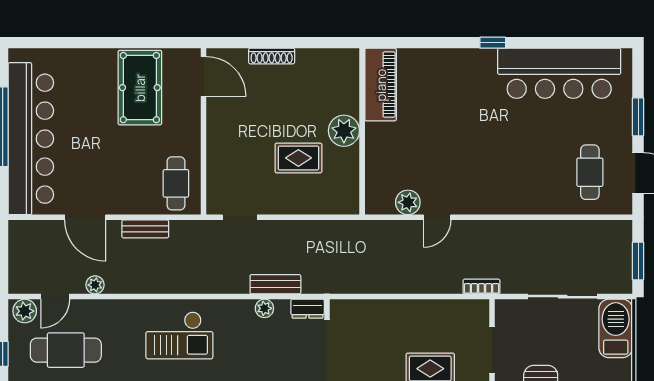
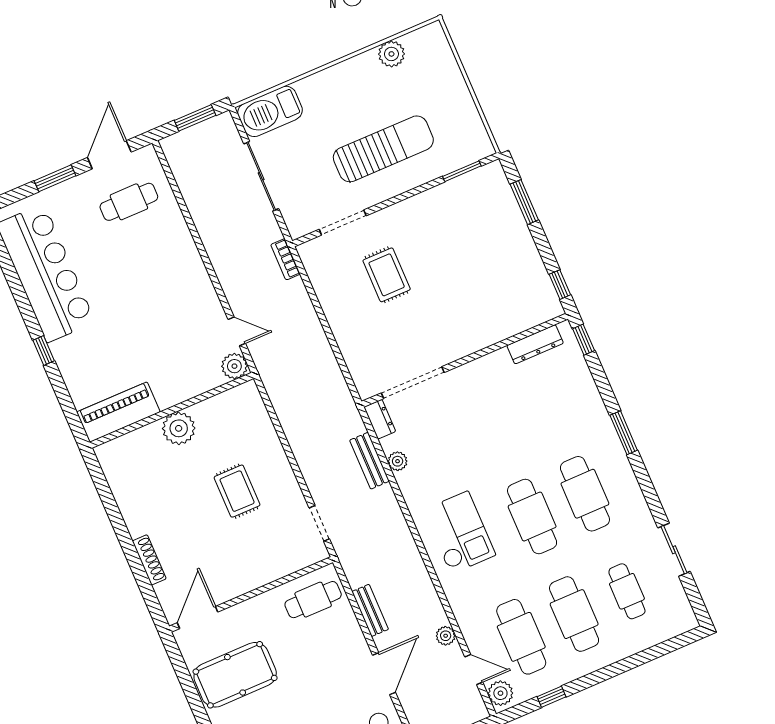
piano: (381, 85) -> (118, 412), moved
plant: (344, 131) -> (179, 428), moved
wall: (362, 131) -> (172, 410), moved

